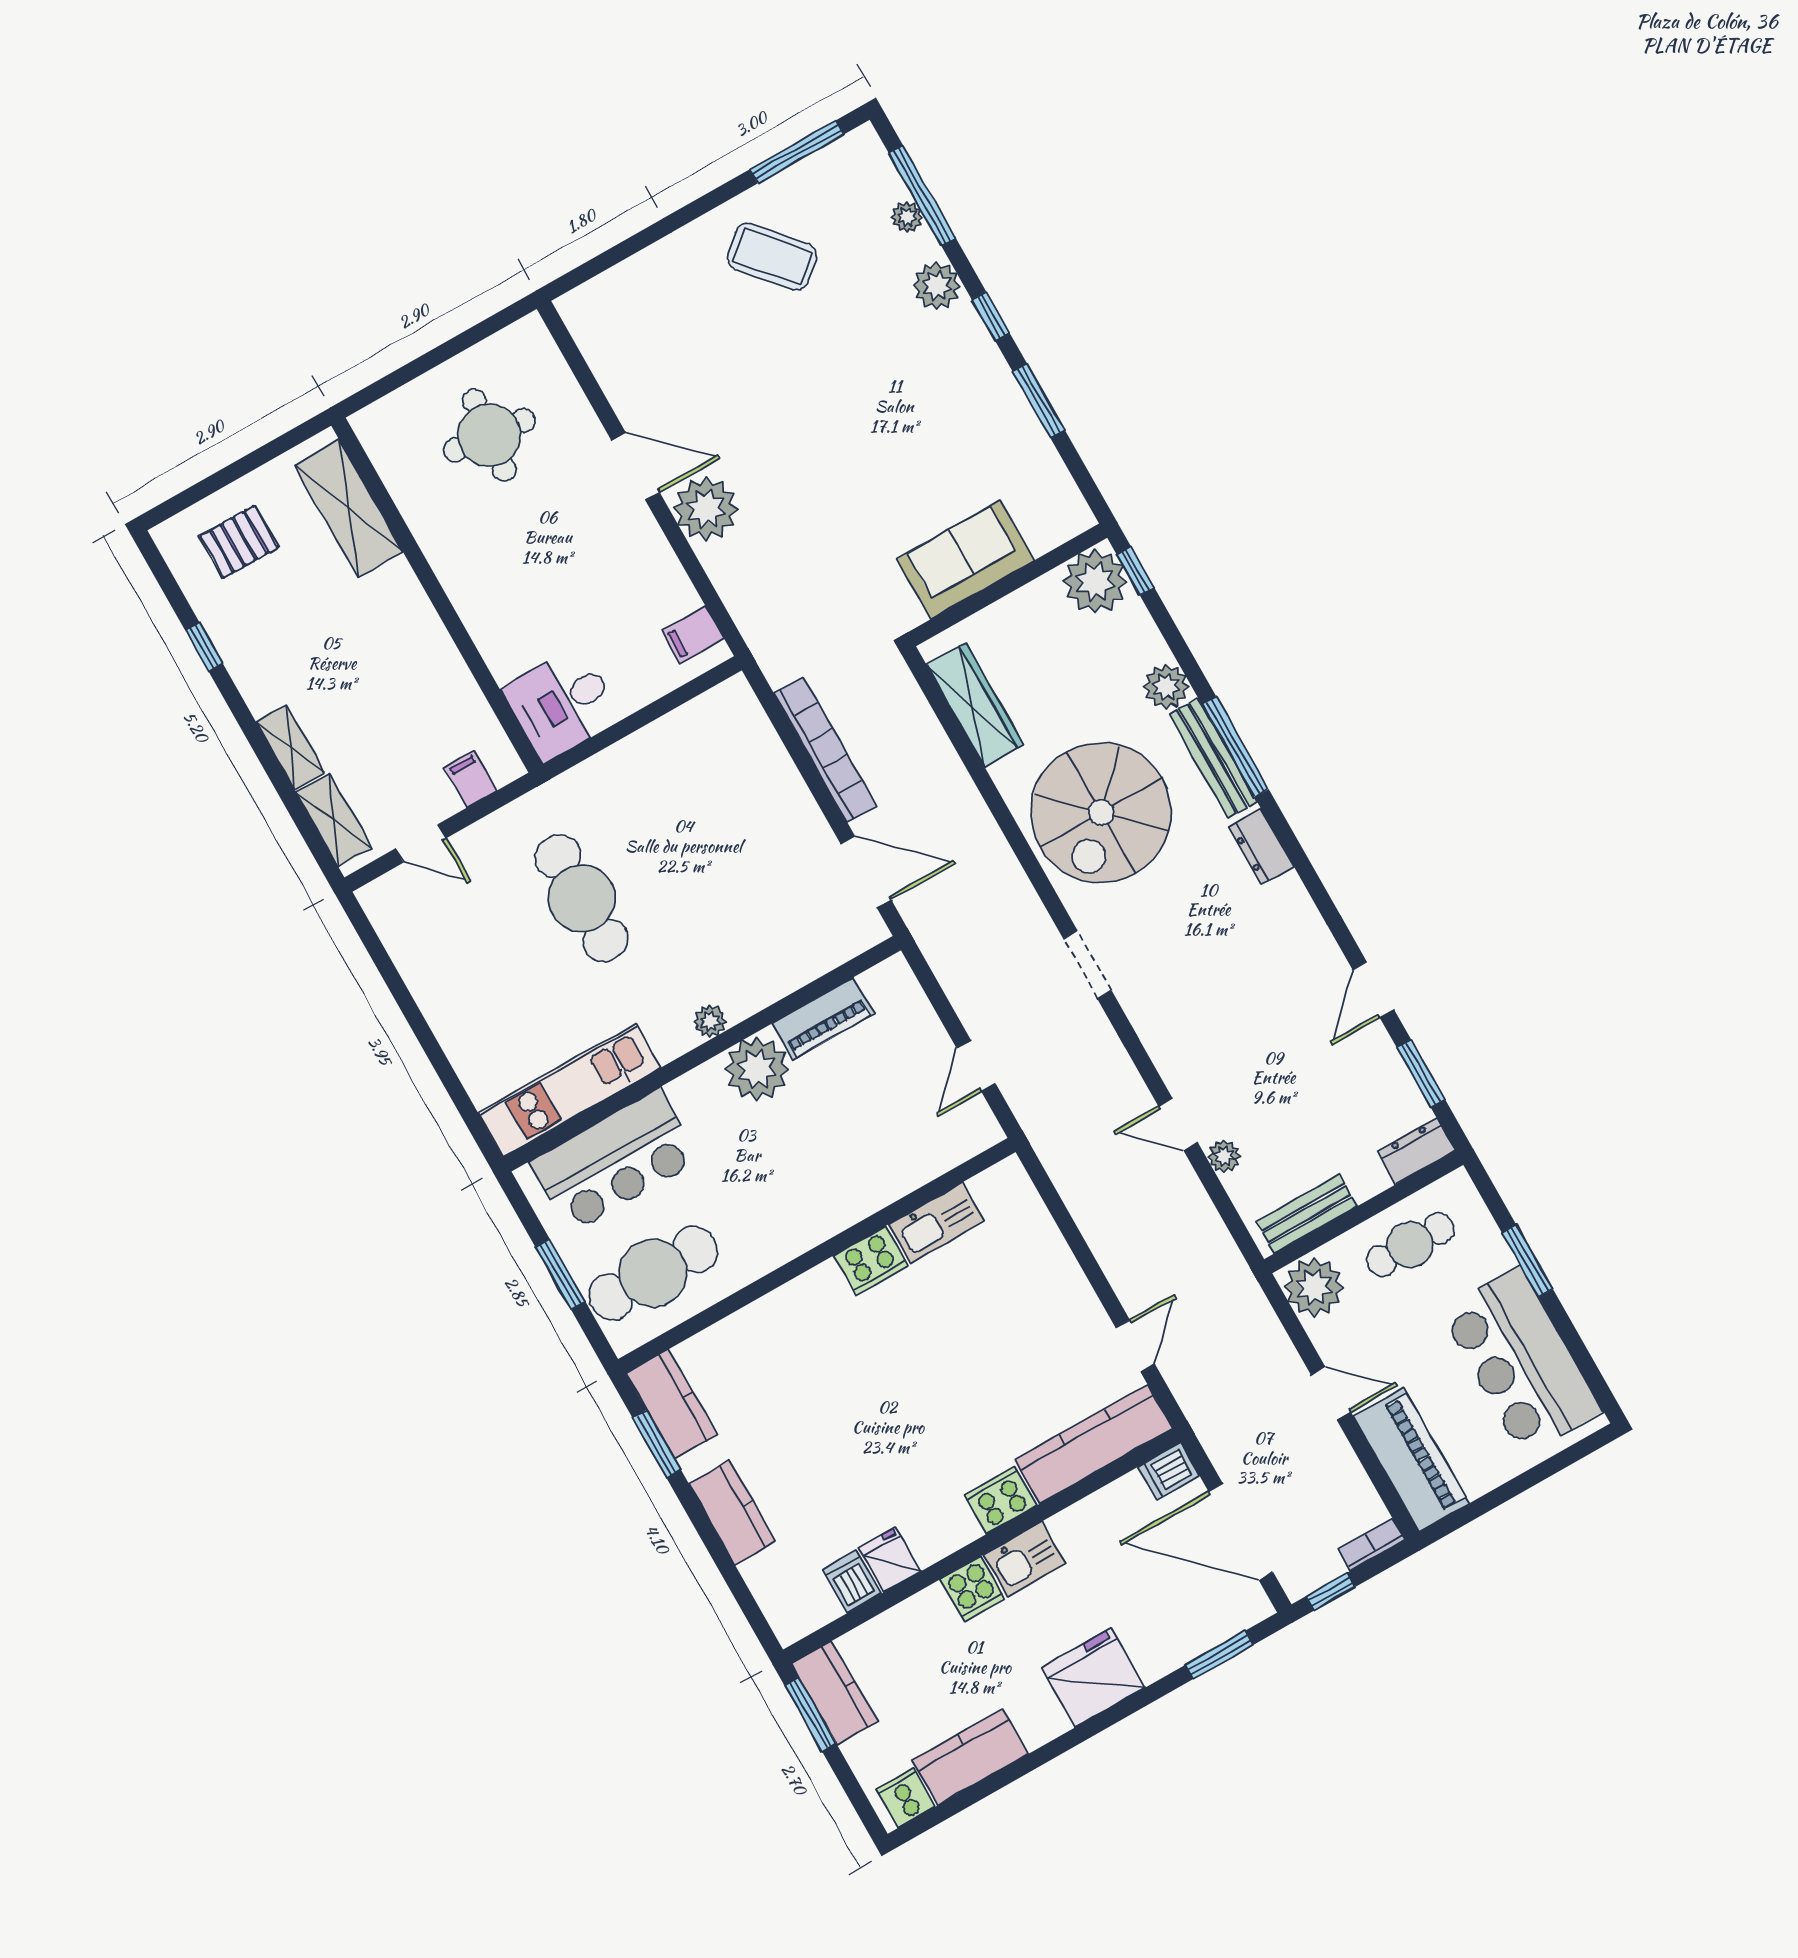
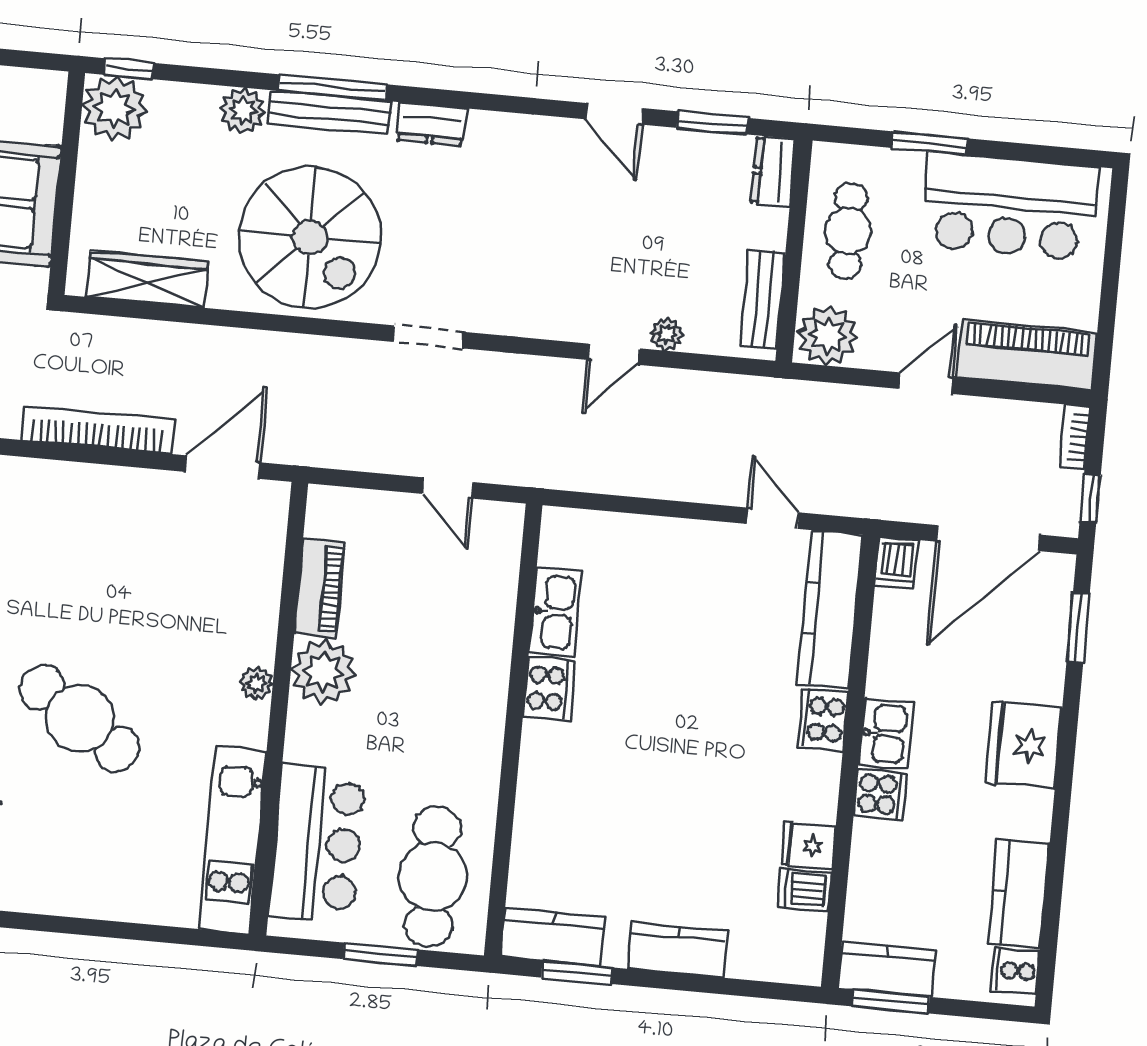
cafe table: (582, 898) -> (80, 719), turned 34

